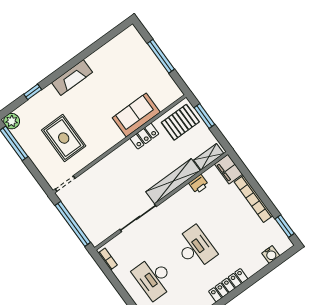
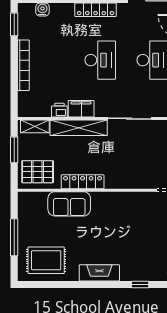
window: (204, 116) -> (14, 150), moved
locker: (144, 136) -> (83, 182), width x1.53
rug: (64, 138) -> (46, 260), moved, turned 90
filing cabinet: (229, 169) -> (81, 109), moved, turned -90
desk: (195, 248) -> (100, 60), turned 180

